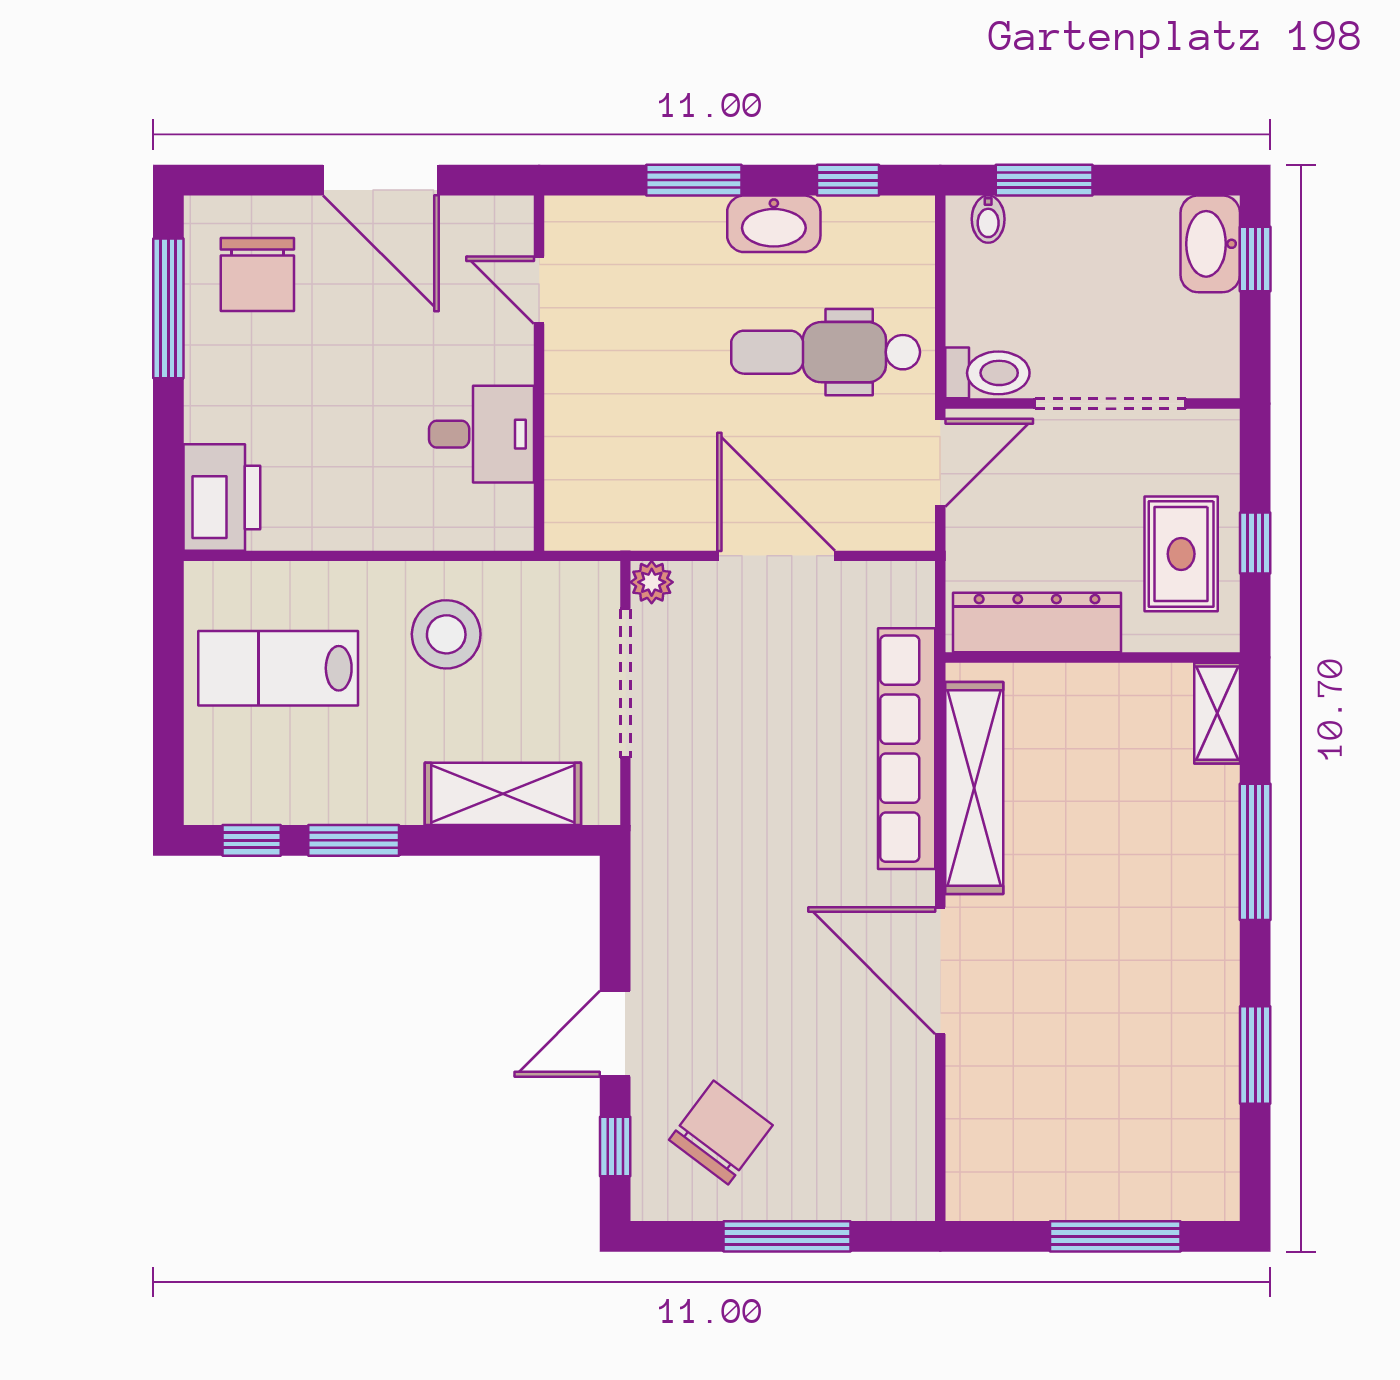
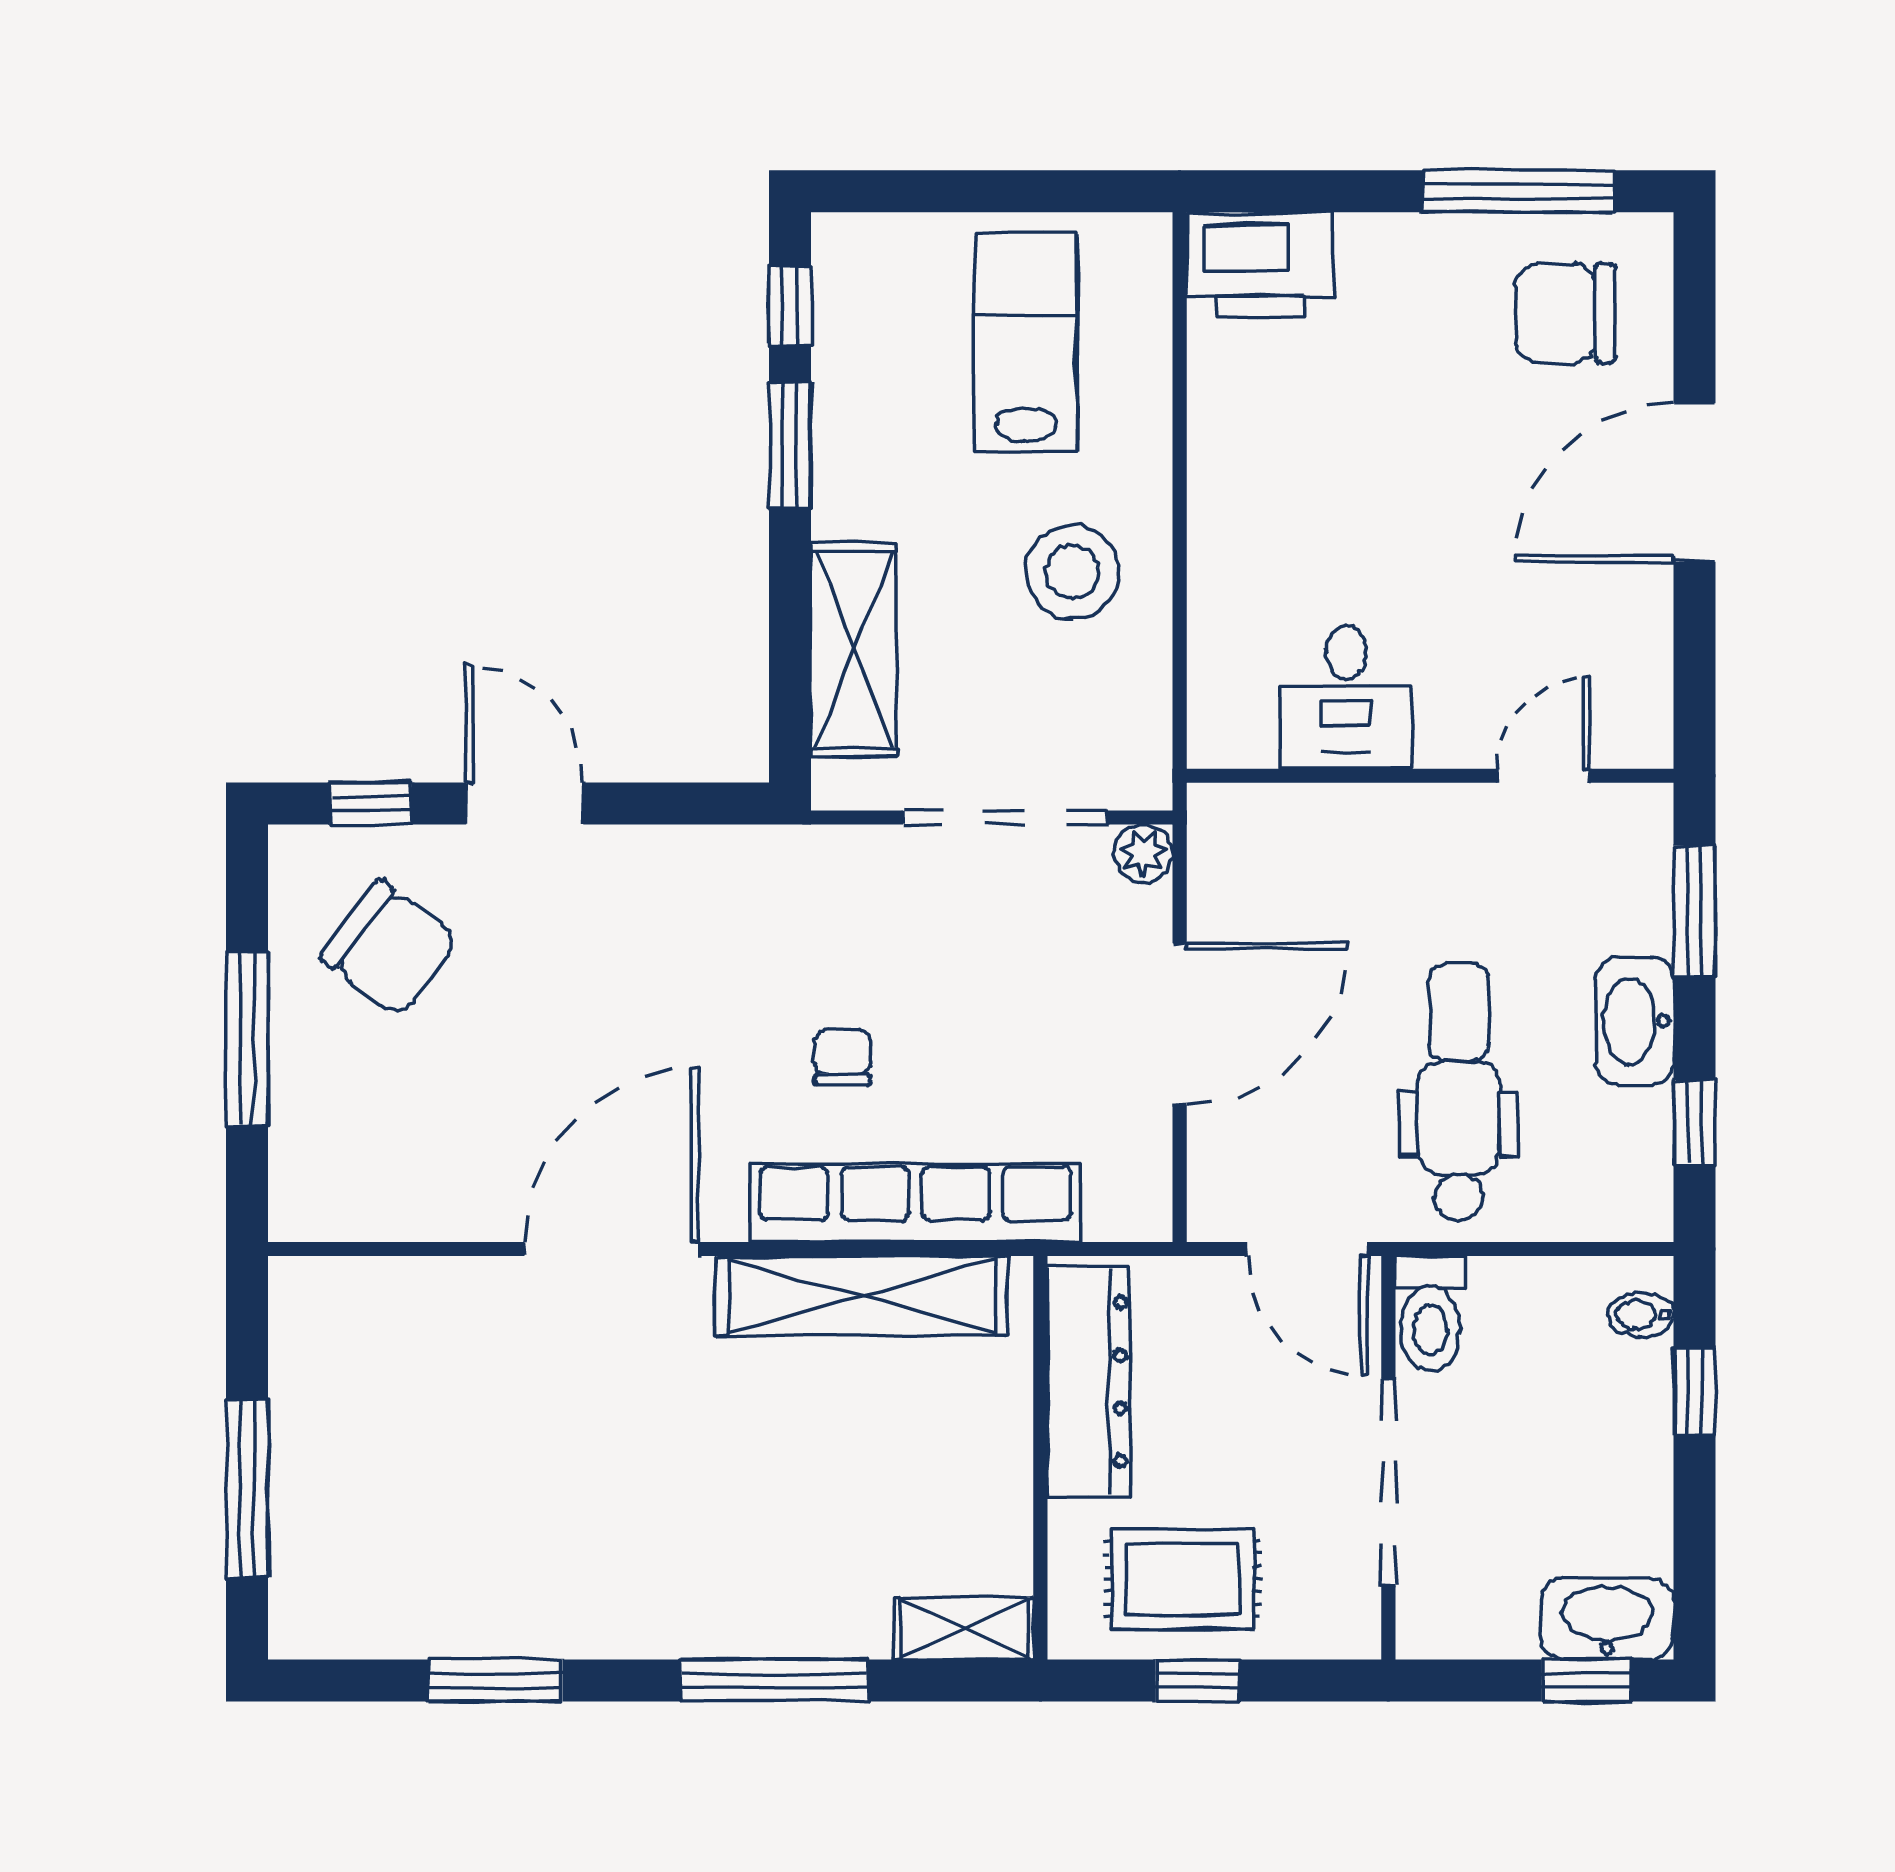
window: (1044, 180) -> (1695, 1391), width x0.67
door: (539, 290) -> (1544, 776), moved
wall: (539, 373) -> (1430, 776), moved
desk: (482, 434) -> (1346, 697), moved
chair: (800, 802) -> (842, 1057), added

